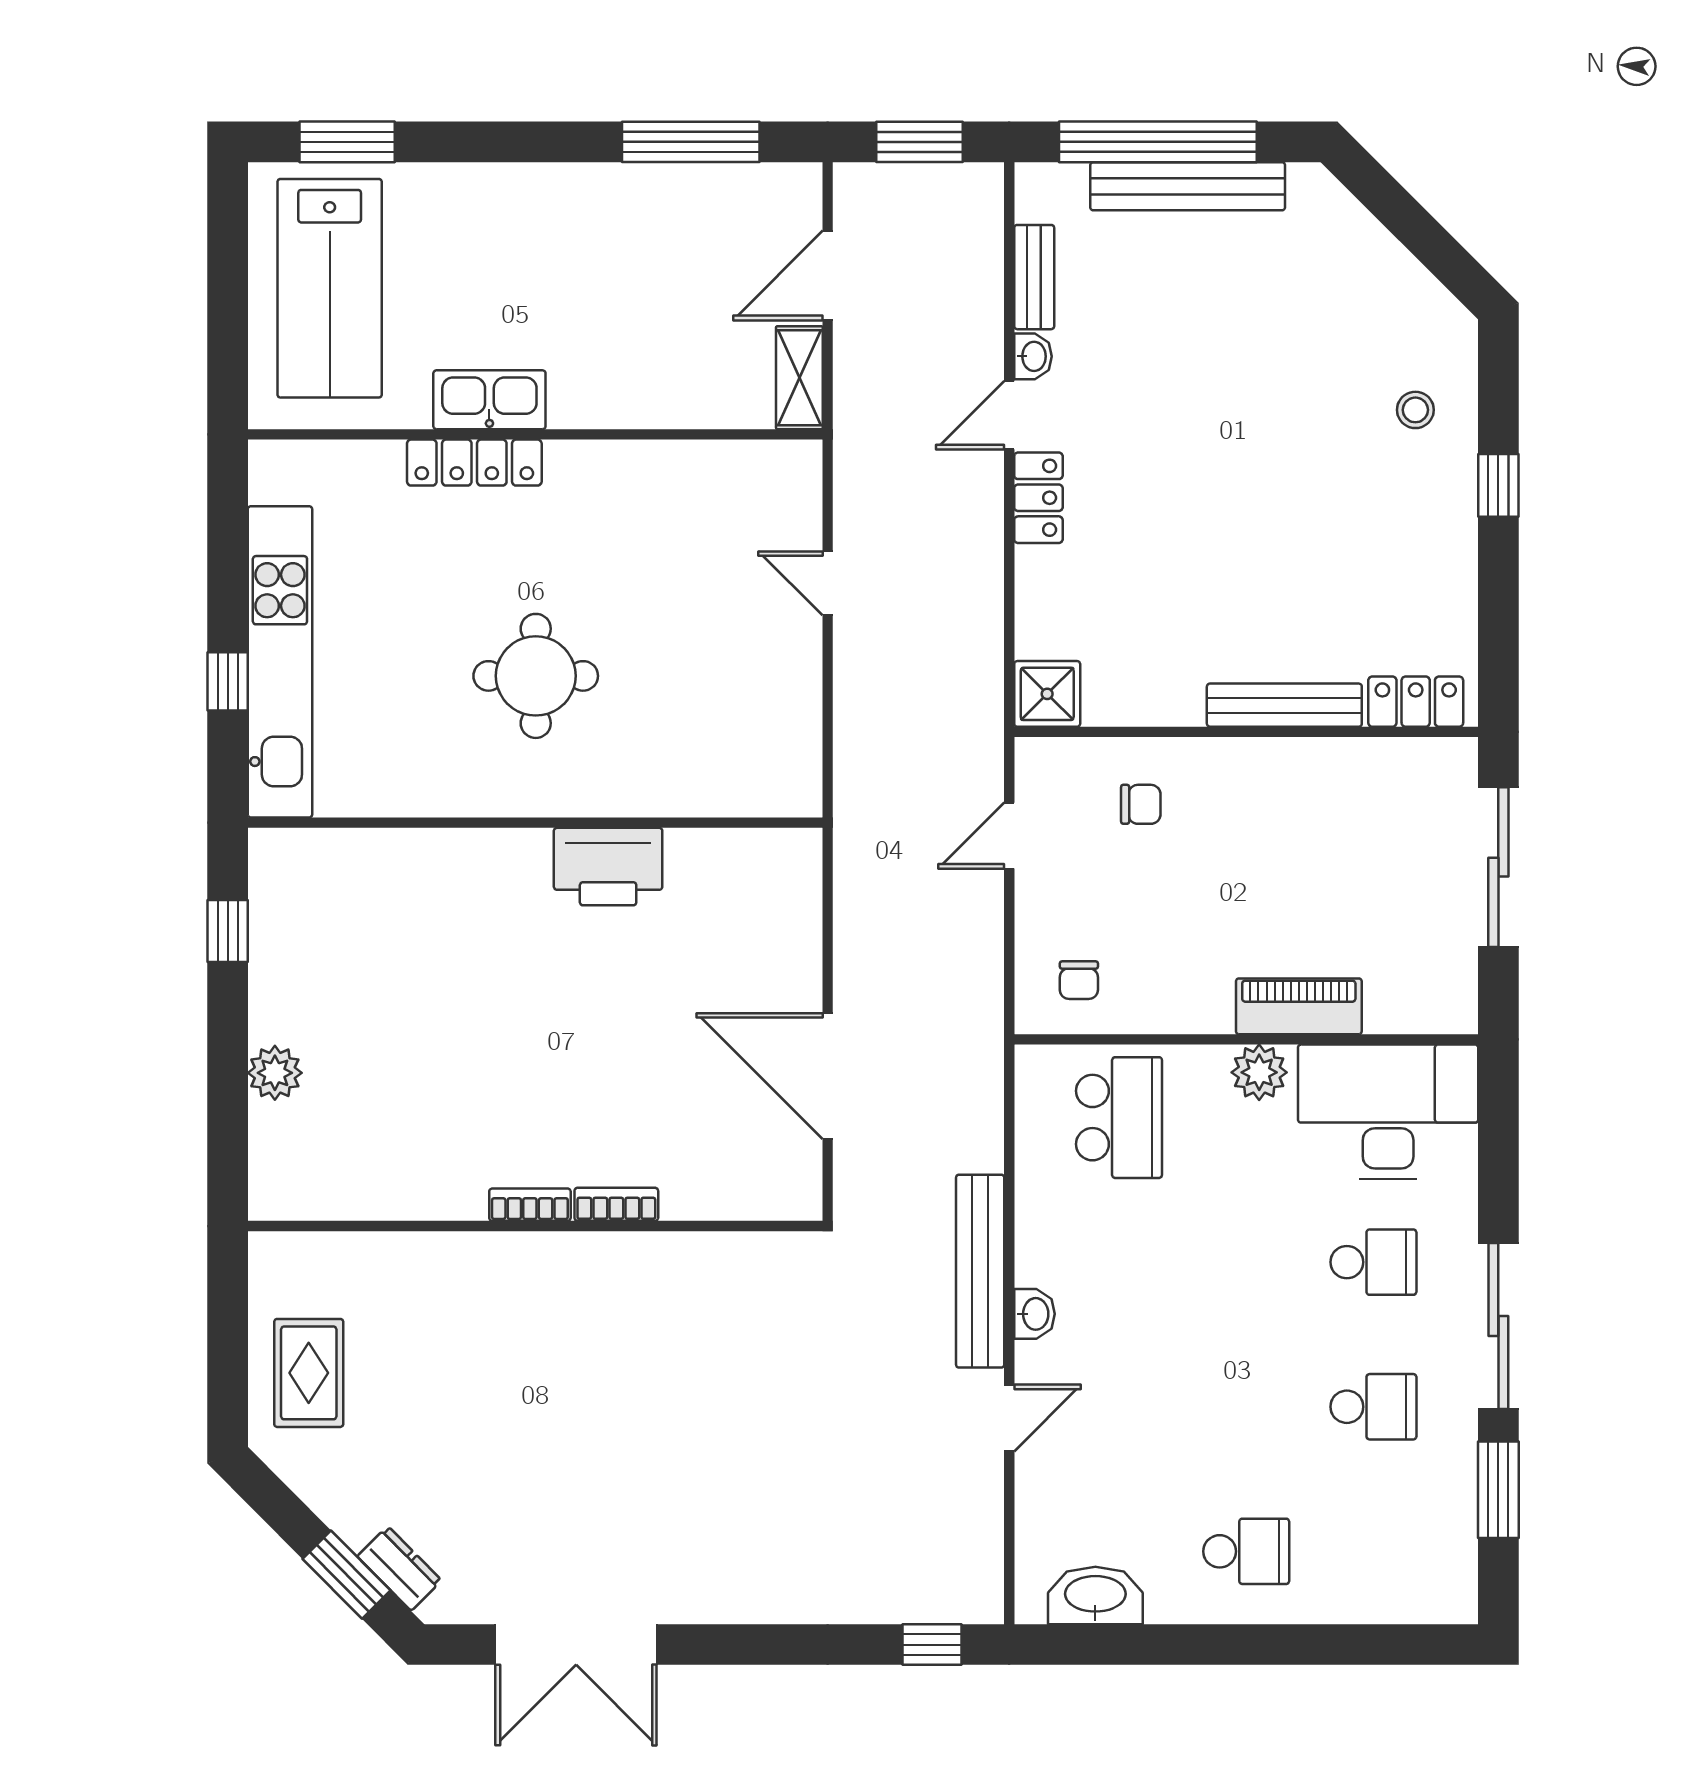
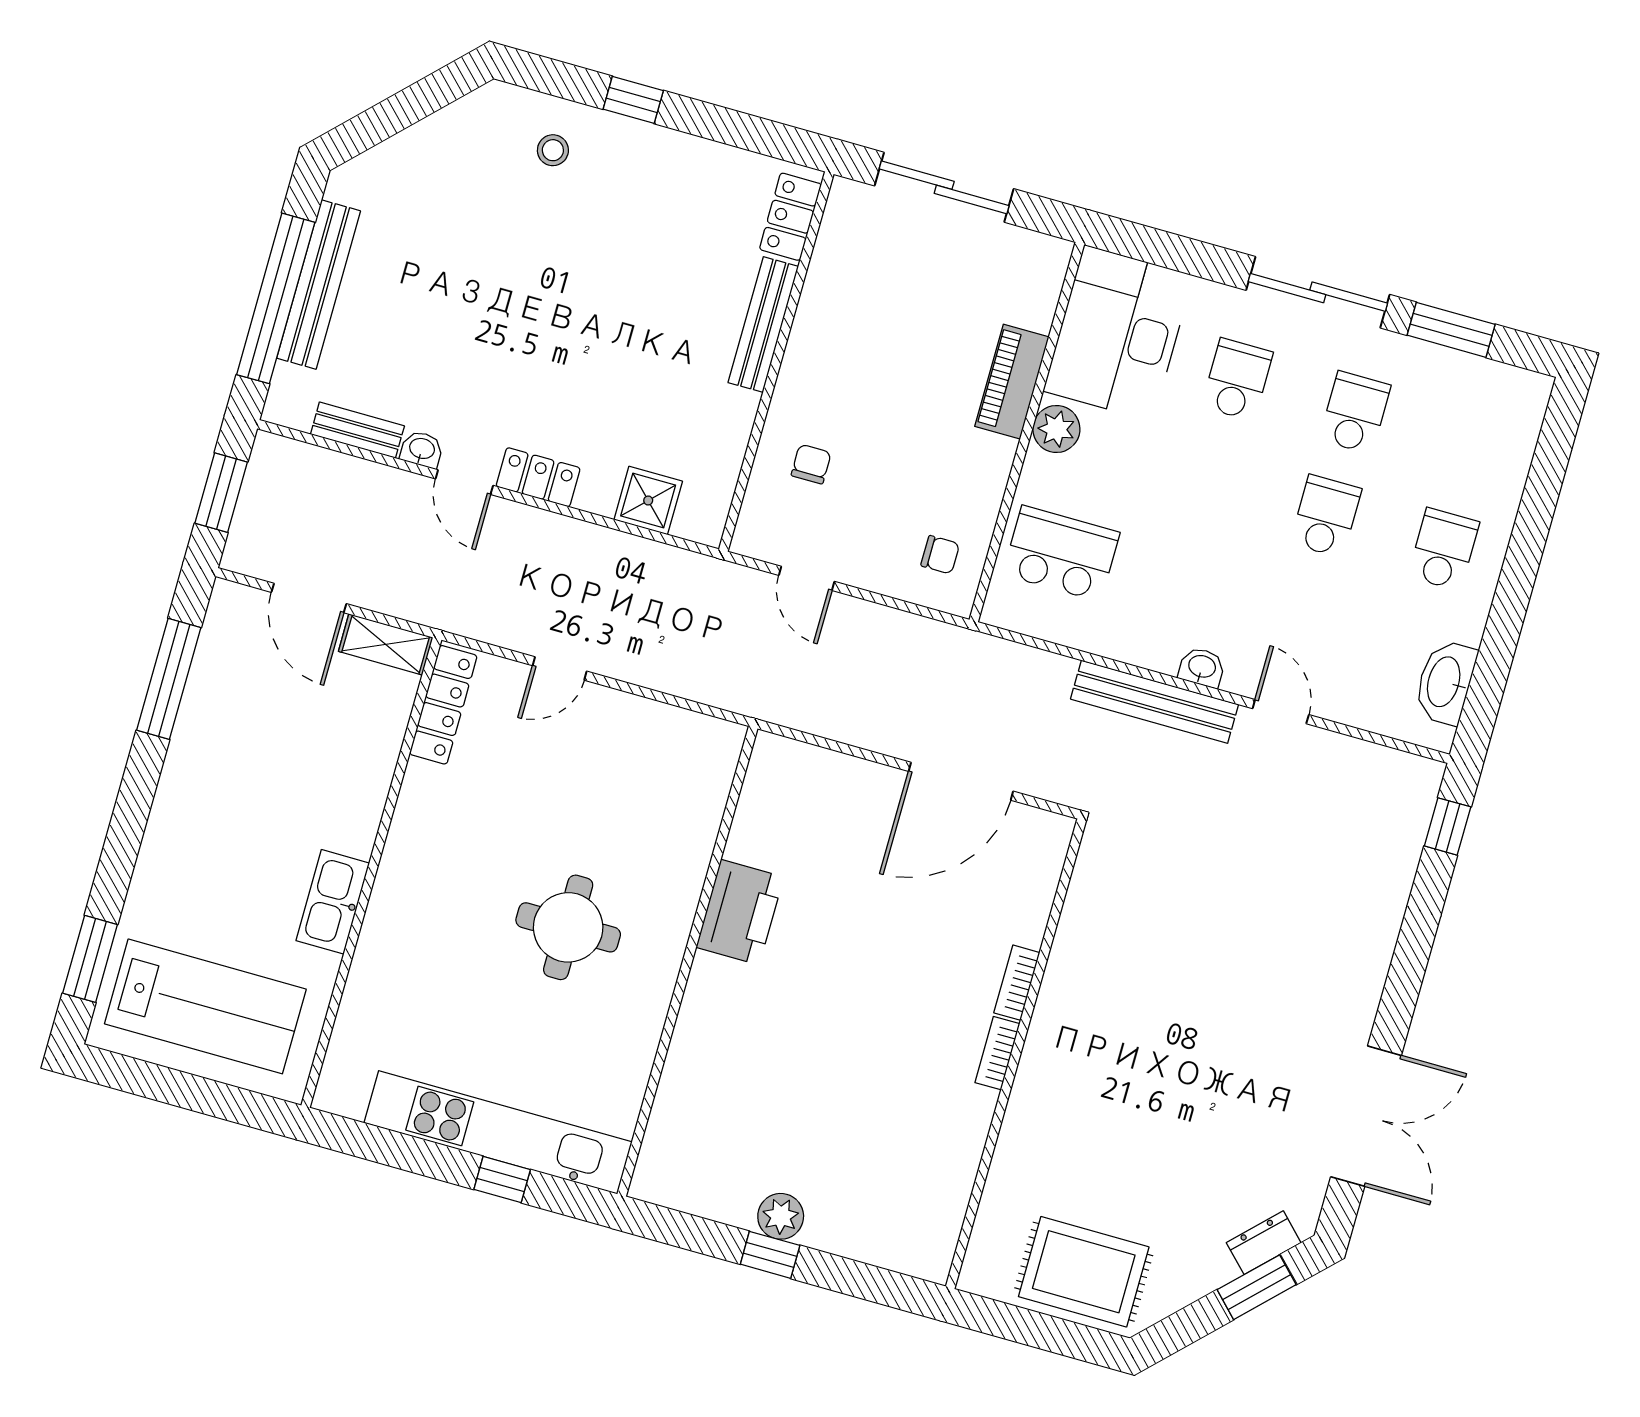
locker: (474, 463) -> (443, 705), moved
shower: (1047, 694) -> (648, 501), moved
window: (228, 931) -> (770, 1255), moved
plant: (275, 1073) -> (781, 1216), moved
rug: (309, 1373) -> (1084, 1272), width x1.36, depth x1.43
school desk: (1246, 1407) -> (1326, 516), added

